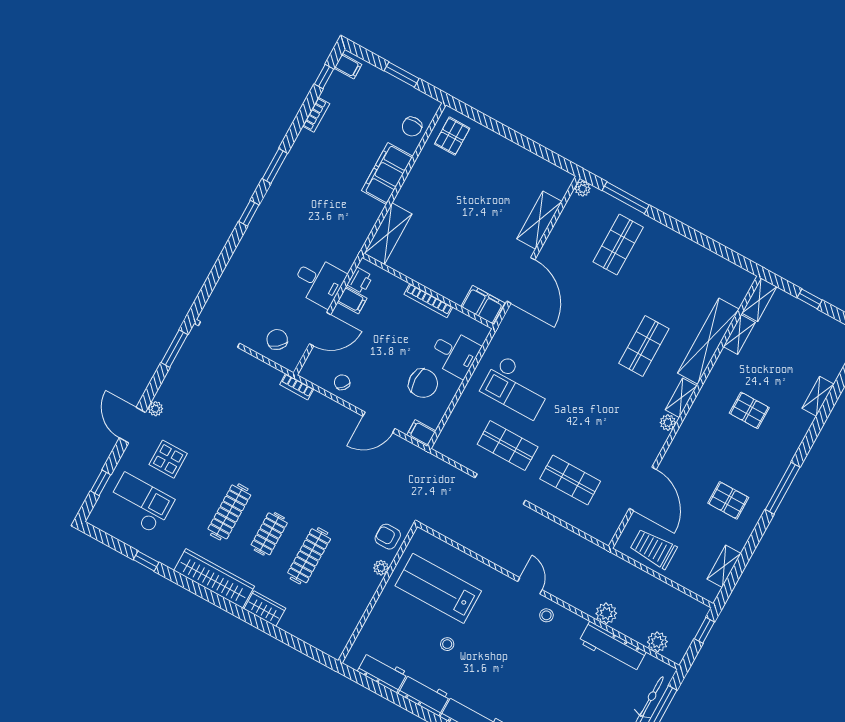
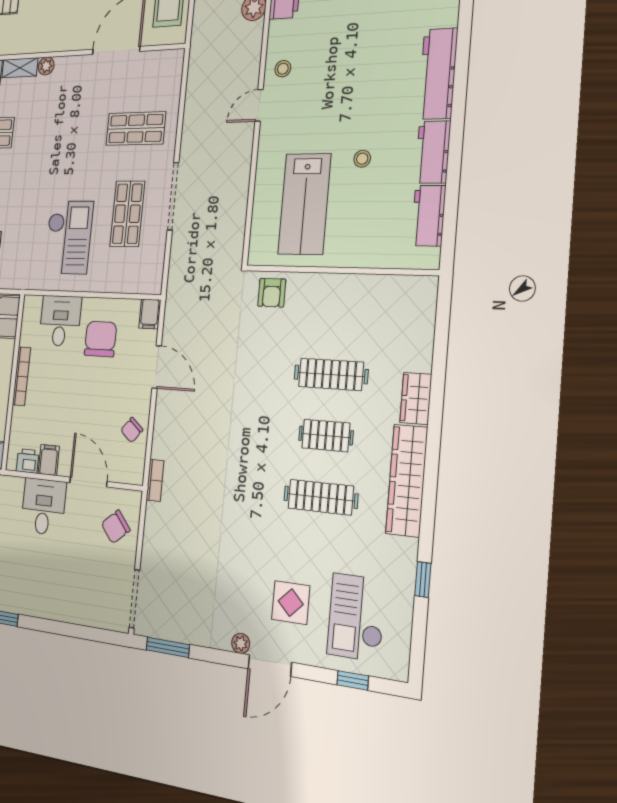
shop shelf: (570, 480) -> (136, 129), turned 90
plant: (381, 568) -> (309, 282), removed

